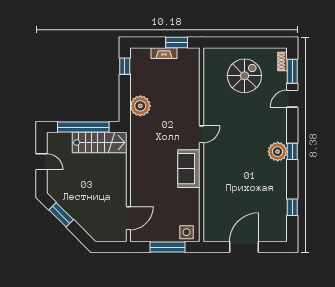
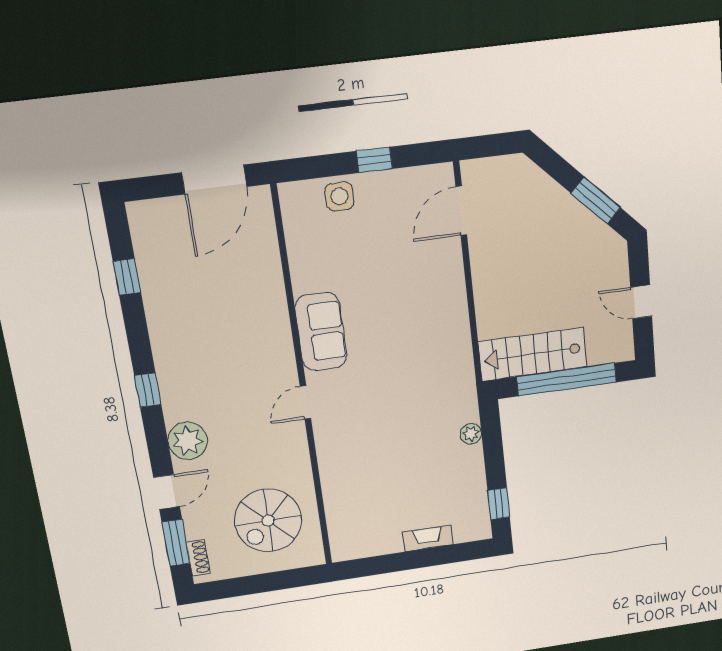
window: (177, 42) -> (407, 561), removed
plant: (140, 106) -> (471, 434), width x0.53, depth x0.53
door: (202, 134) -> (305, 402), moved
wall: (202, 145) -> (302, 382), moved
plant: (278, 152) -> (188, 441), moved
sofa: (189, 169) -> (321, 332), moved
window: (168, 247) -> (374, 160), width x0.46

